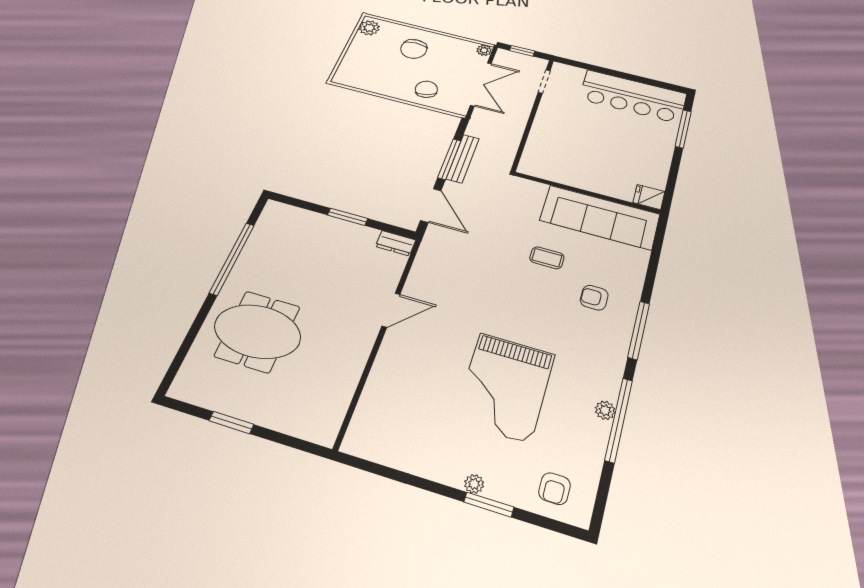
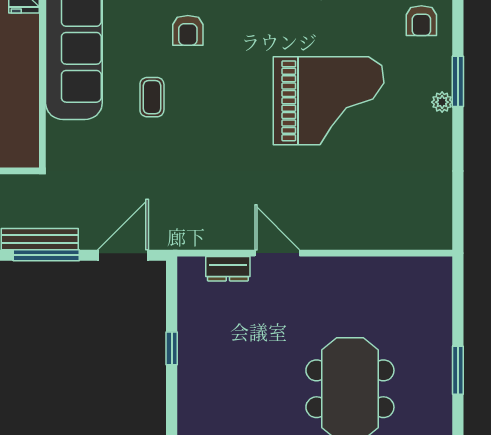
window: (347, 217) -> (172, 348), width x0.67
dresser: (396, 243) -> (228, 269), moved, turned 90
armchair: (555, 489) -> (421, 21), turned 90

